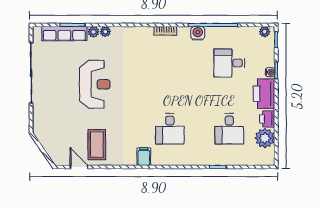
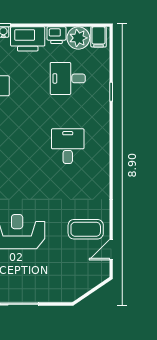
desk: (170, 129) -> (68, 146), turned -90
desk: (229, 129) -> (68, 78), turned 180
filing cabinet: (144, 157) -> (99, 37), moved, turned -90

